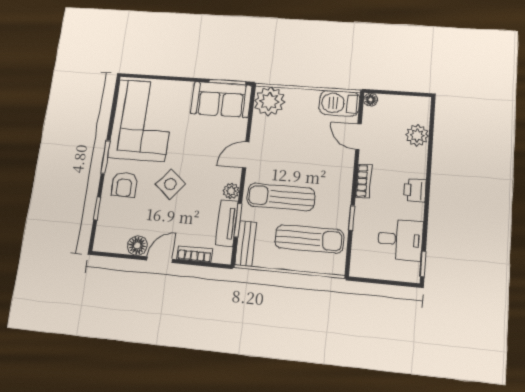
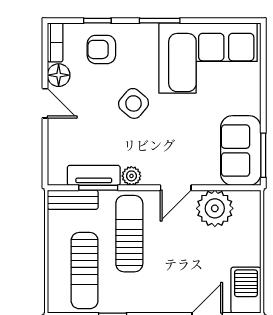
plant: (269, 101) -> (215, 208), moved
door: (246, 155) -> (176, 188), swing flipped
armchair: (124, 184) -> (101, 49), moved
bookcase: (195, 254) -> (55, 42), moved

